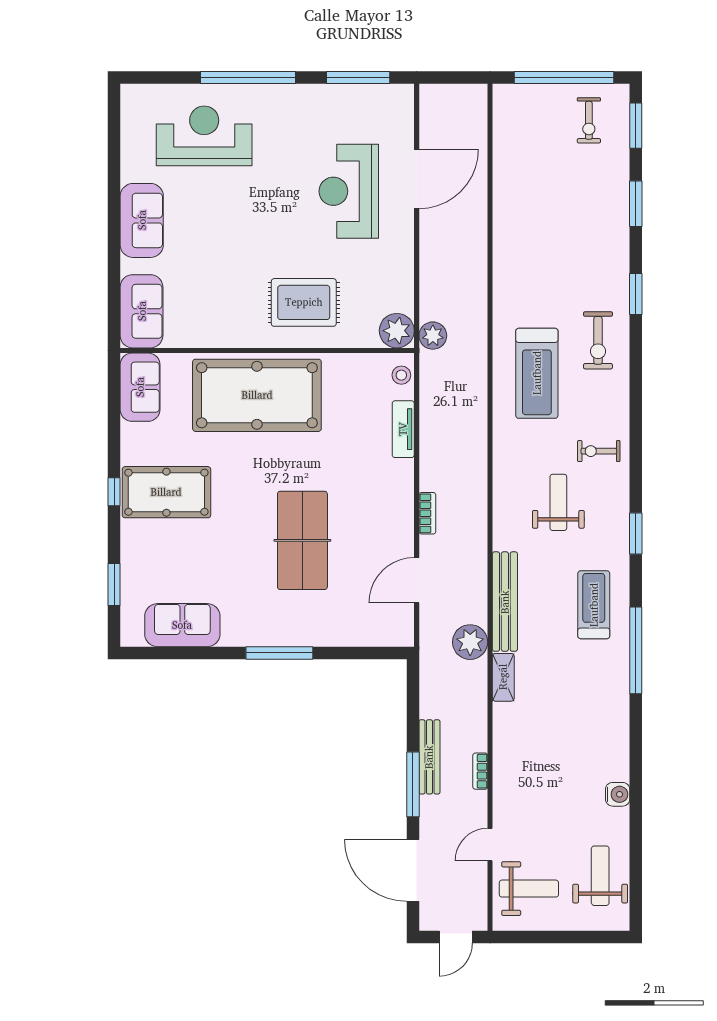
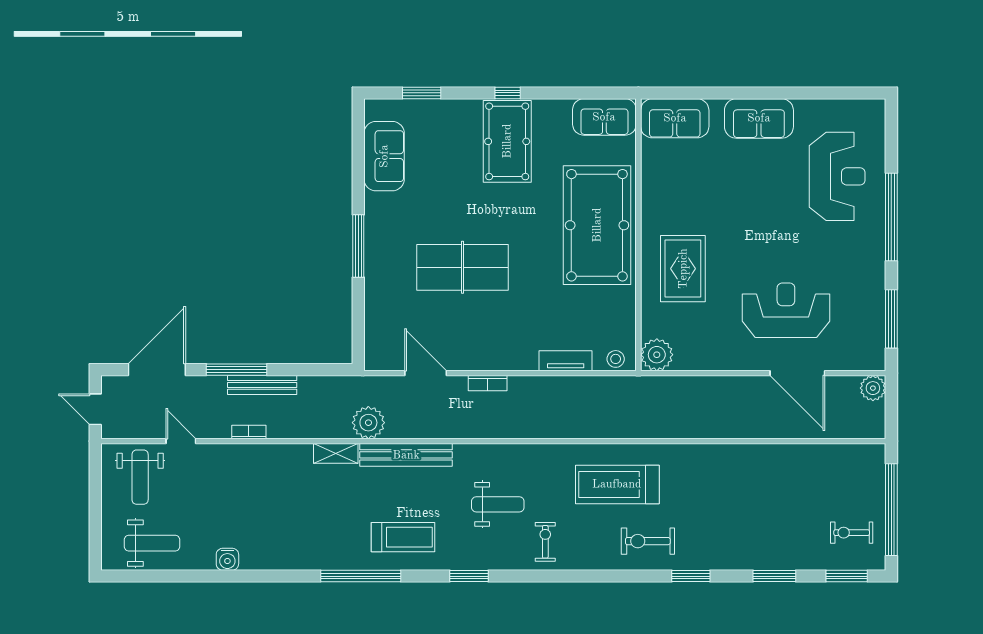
plant: (433, 336) -> (873, 388), moved

